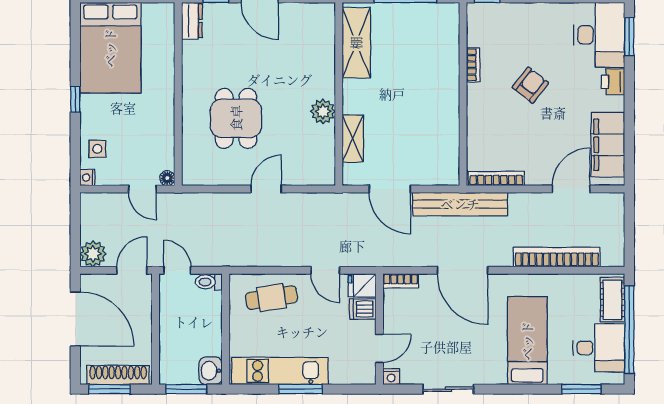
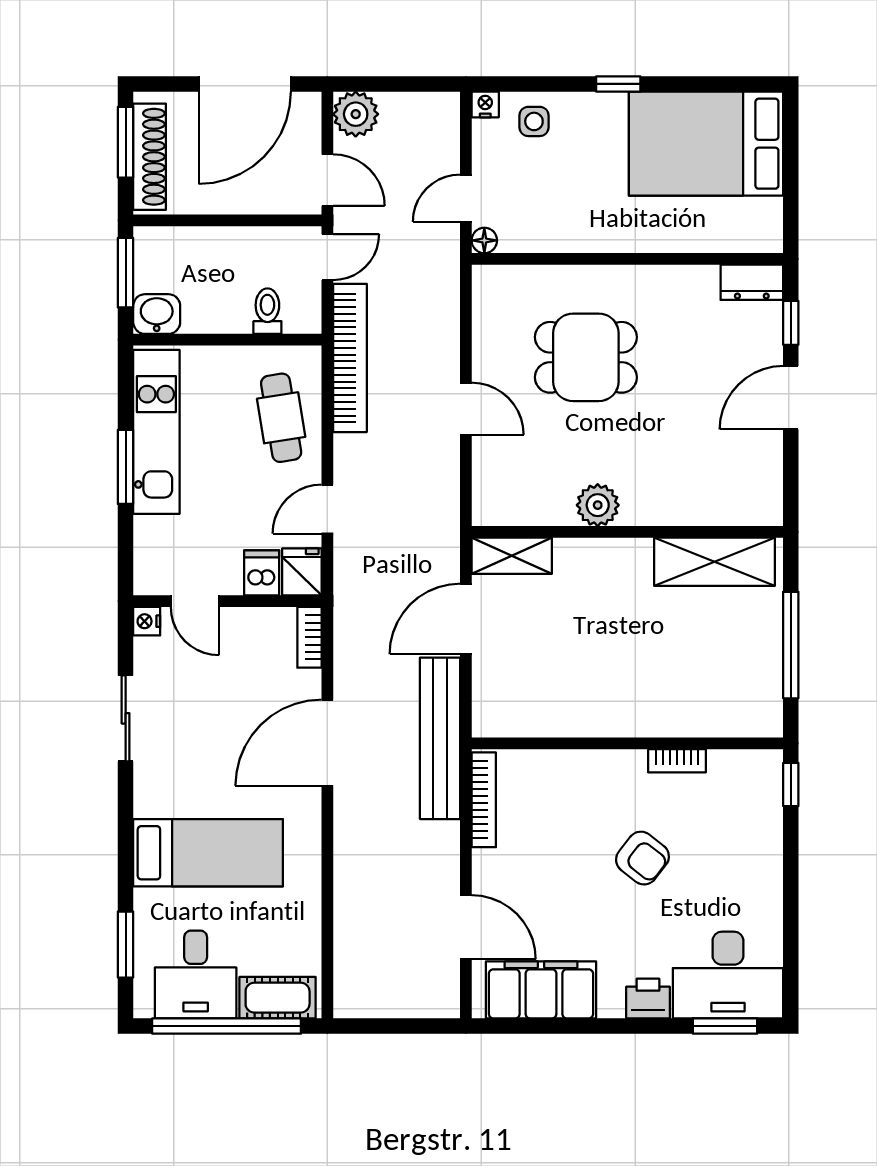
shelving: (353, 139) -> (512, 556), moved
bookcase: (557, 257) -> (350, 358), moved
toilet: (209, 282) -> (267, 311), moved

